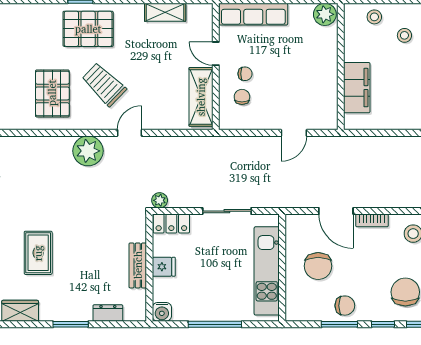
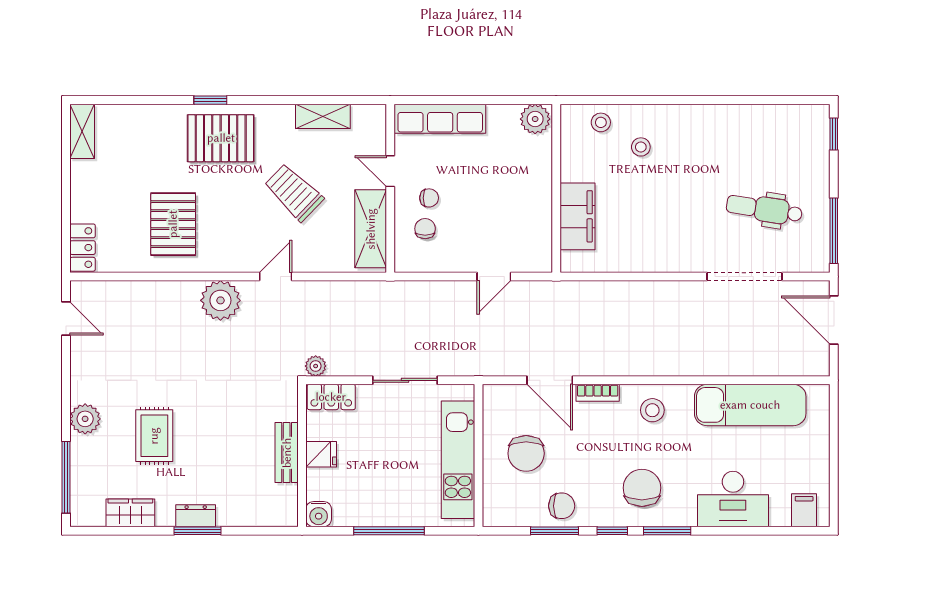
trolley: (104, 84) -> (294, 192), moved
dresser: (108, 313) -> (196, 516), moved

